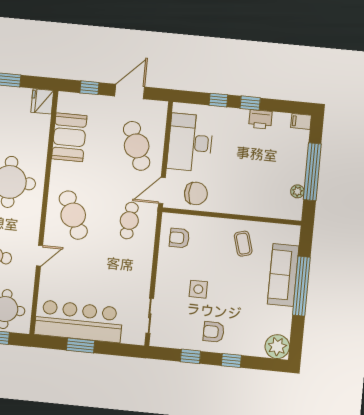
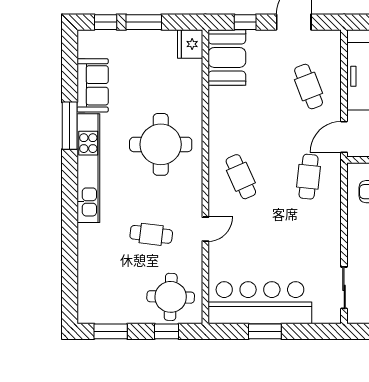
booth: (69, 137) -> (227, 57), moved
cafe table: (137, 146) -> (309, 87), width x0.73, depth x0.74
cafe table: (73, 215) -> (241, 177), width x0.73, depth x0.74

